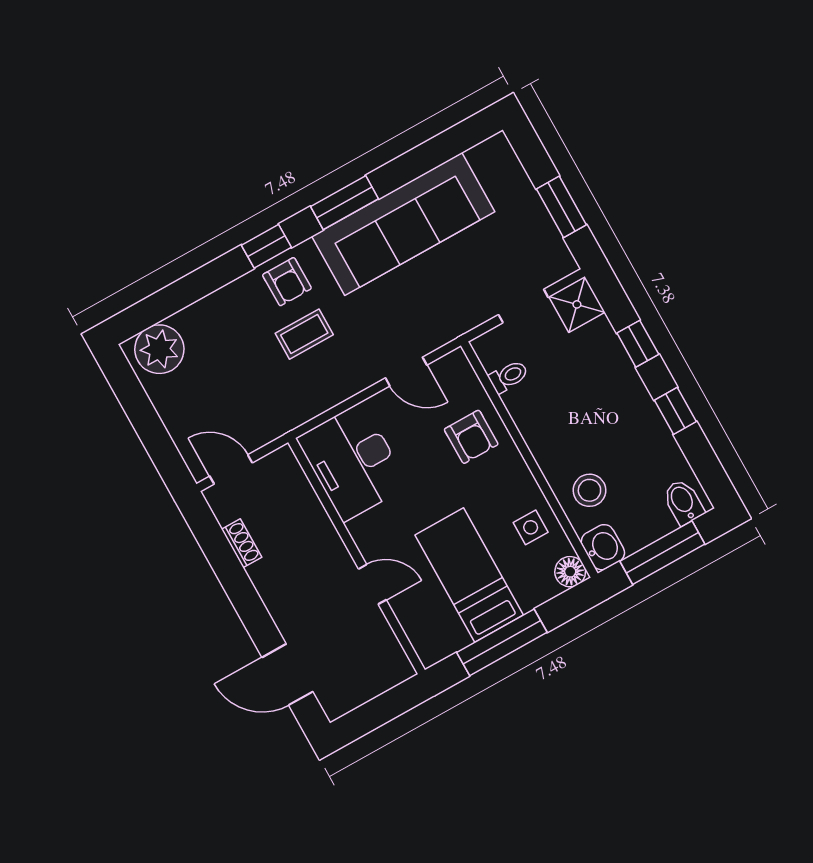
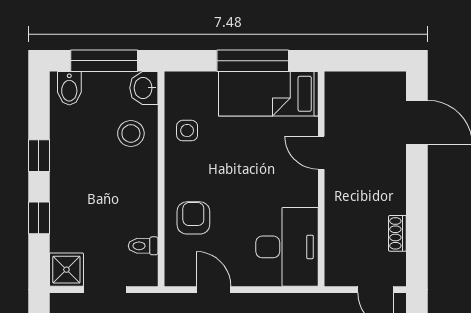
floor lamp: (570, 572) -> (177, 84), removed
bed: (469, 575) -> (268, 94), moved, turned 90

